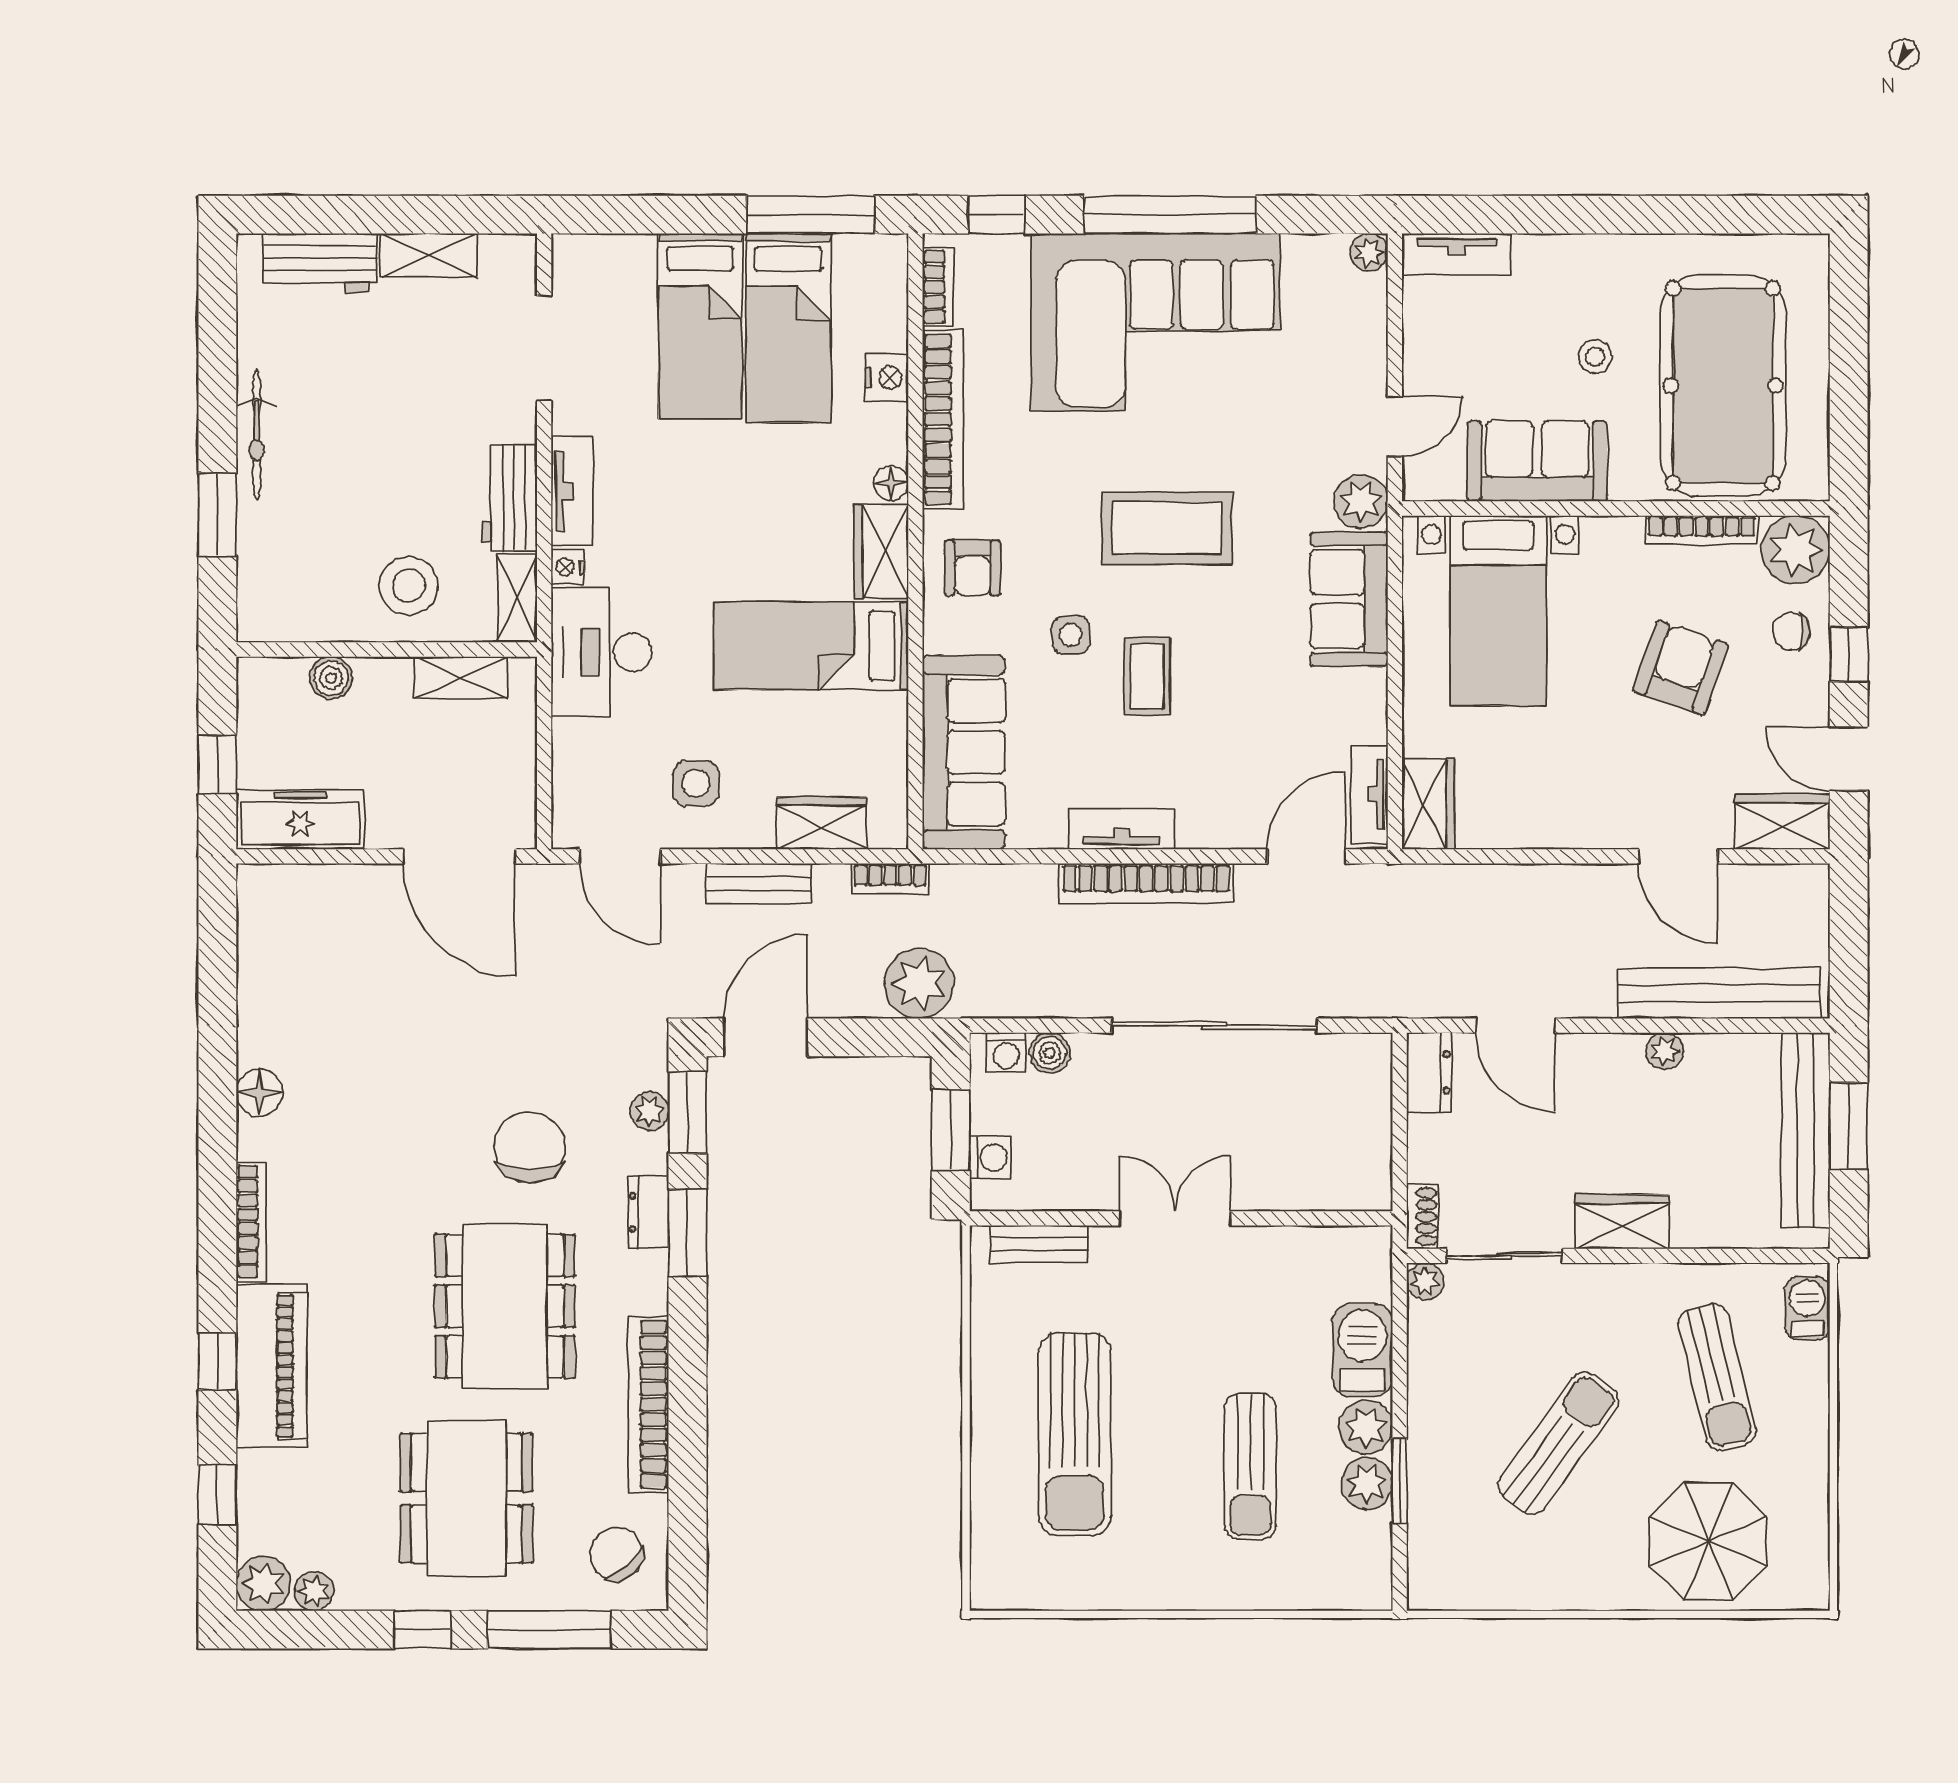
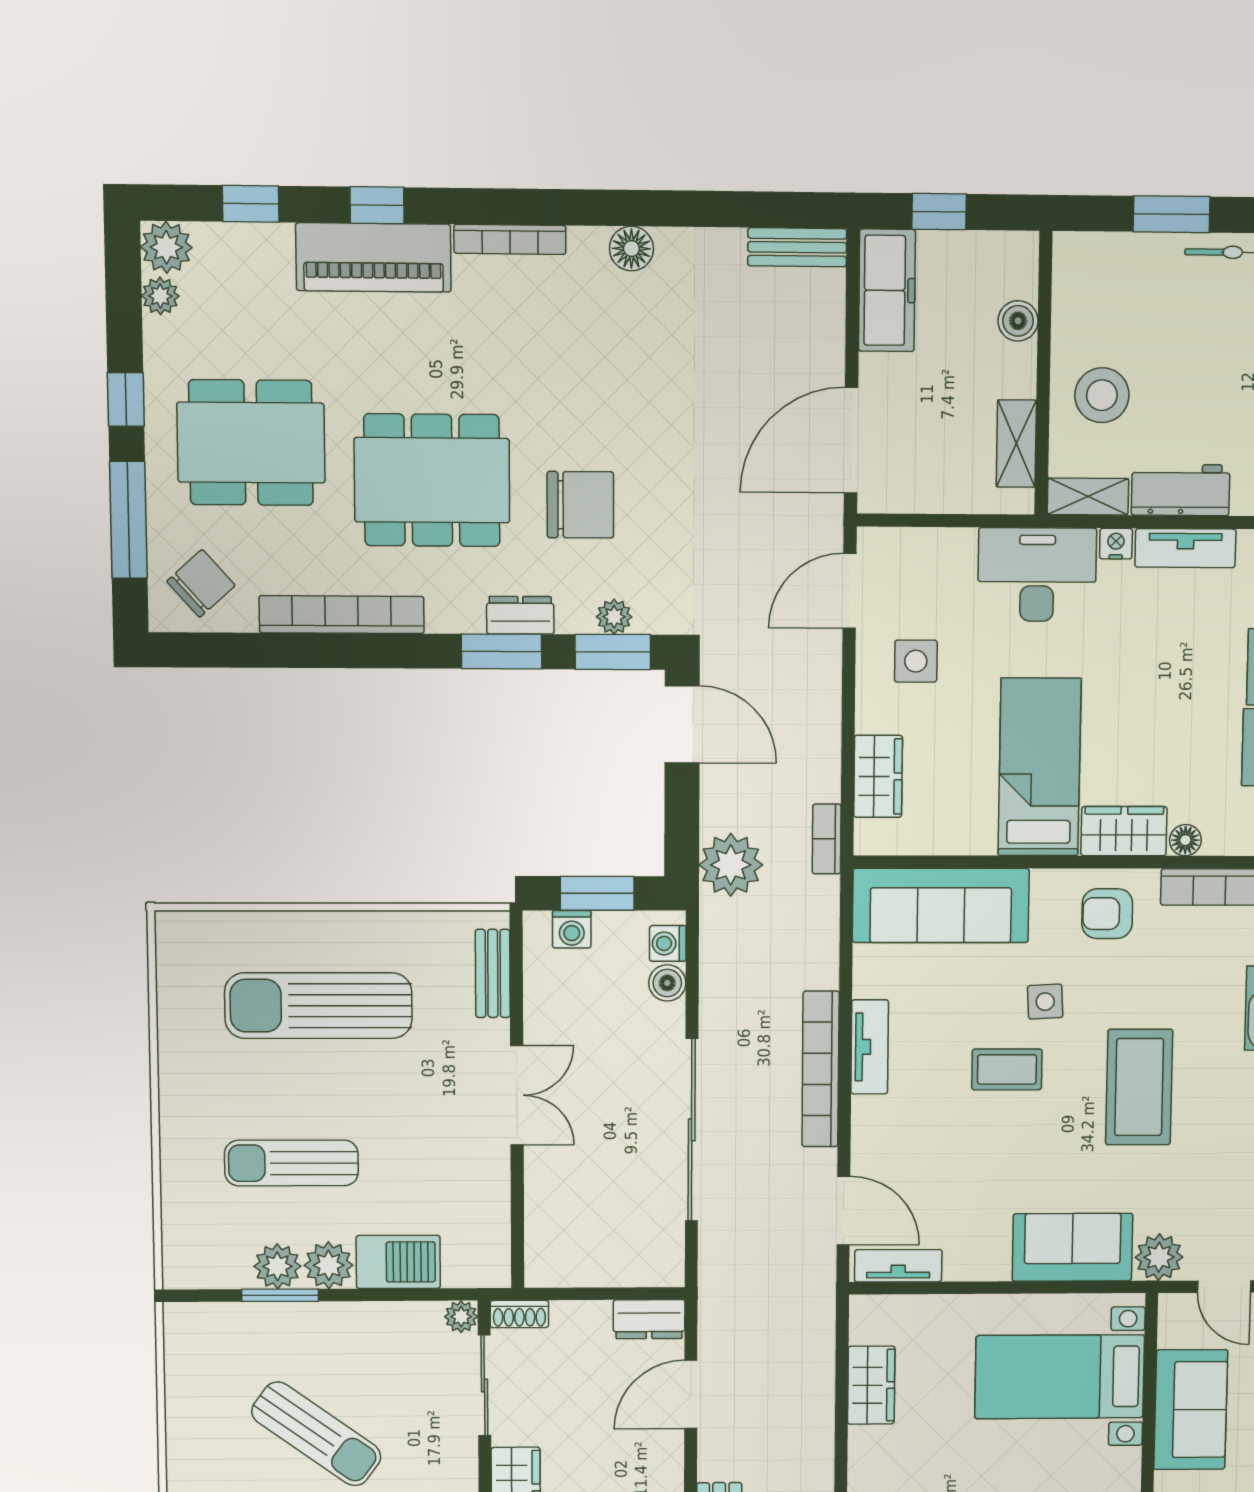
wardrobe: (1428, 804) -> (871, 1385), moved, turned -90
bench: (758, 884) -> (797, 247), moved, turned 90

